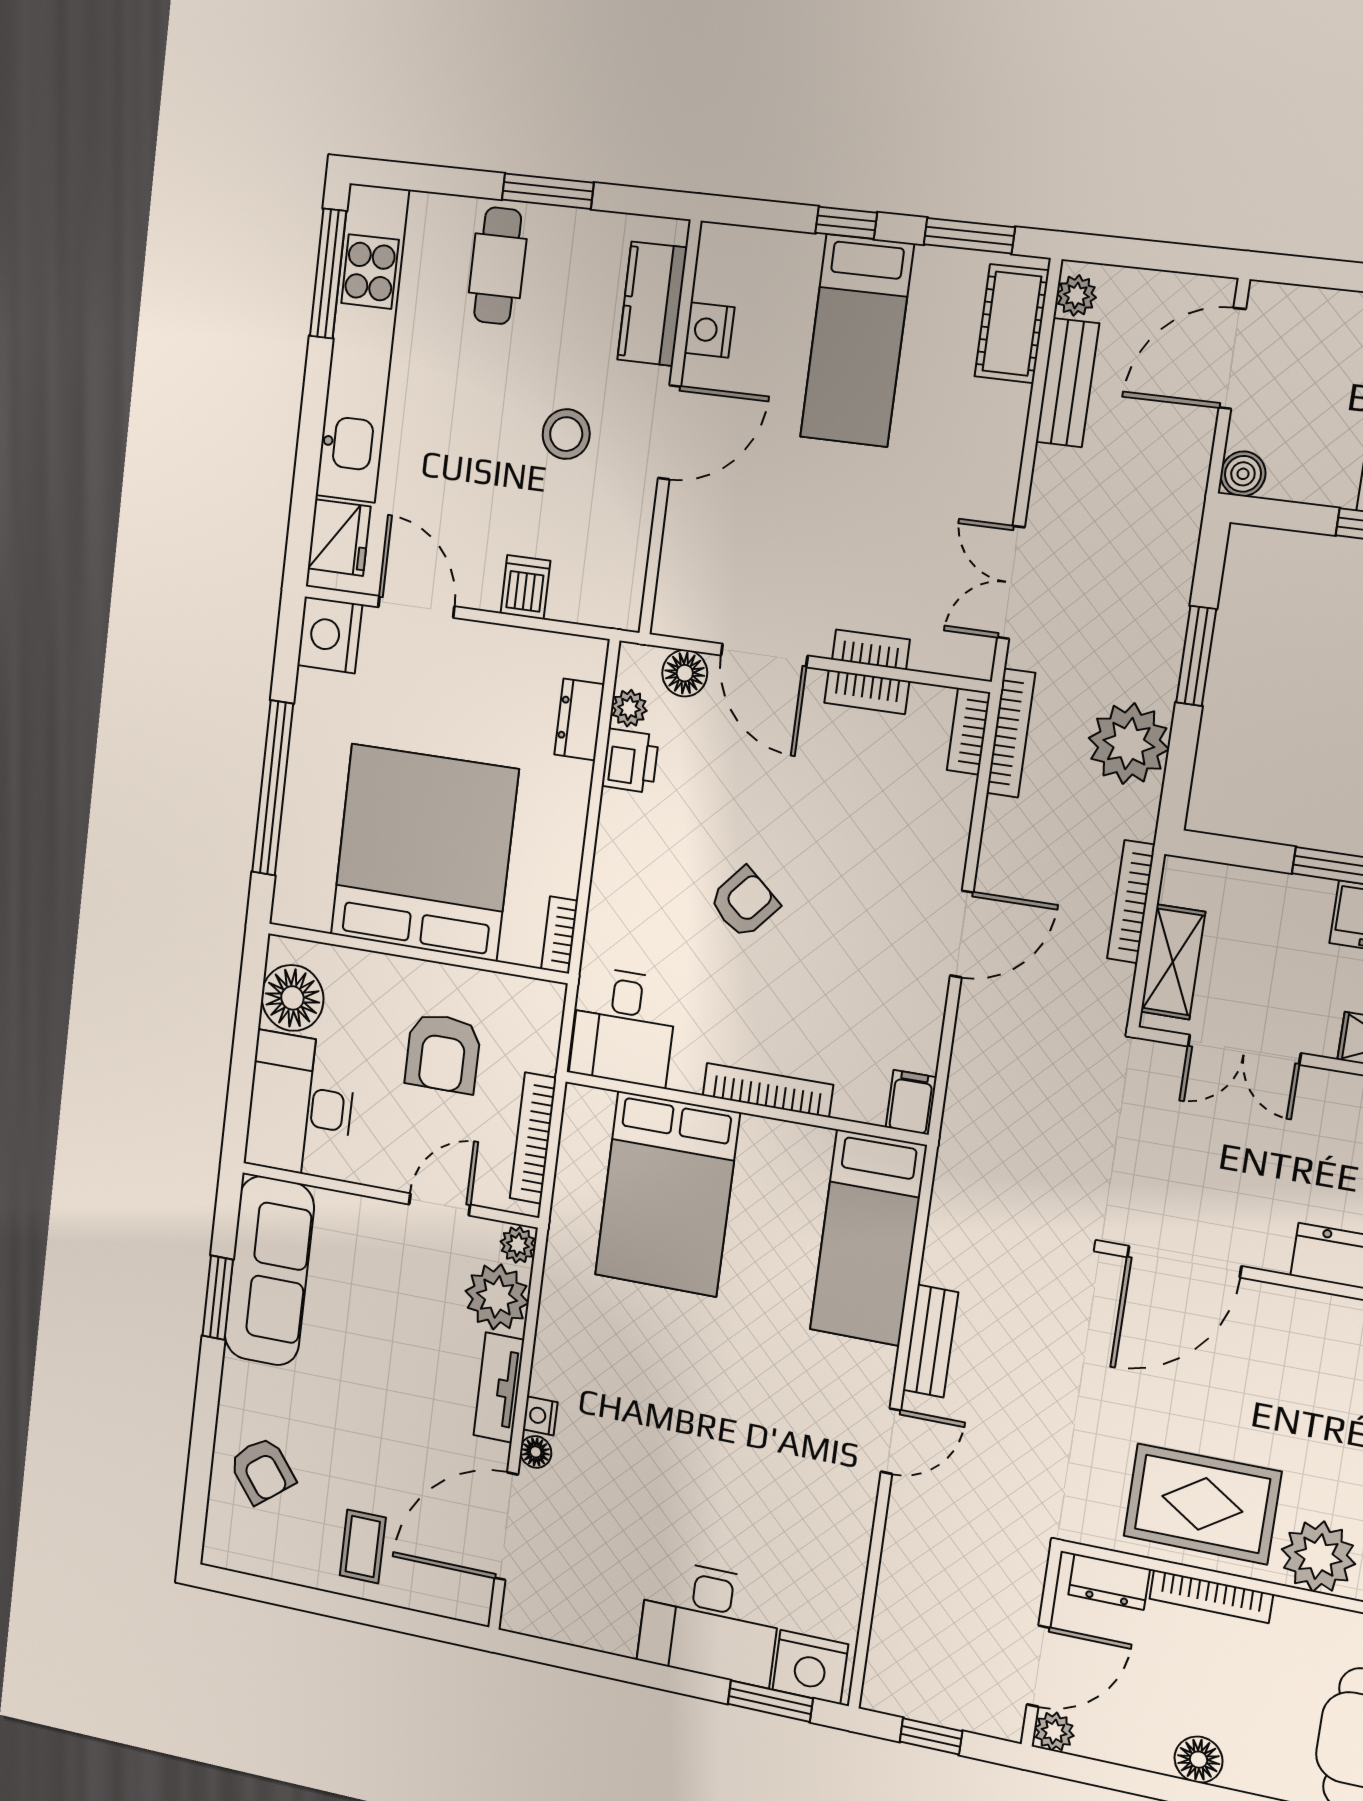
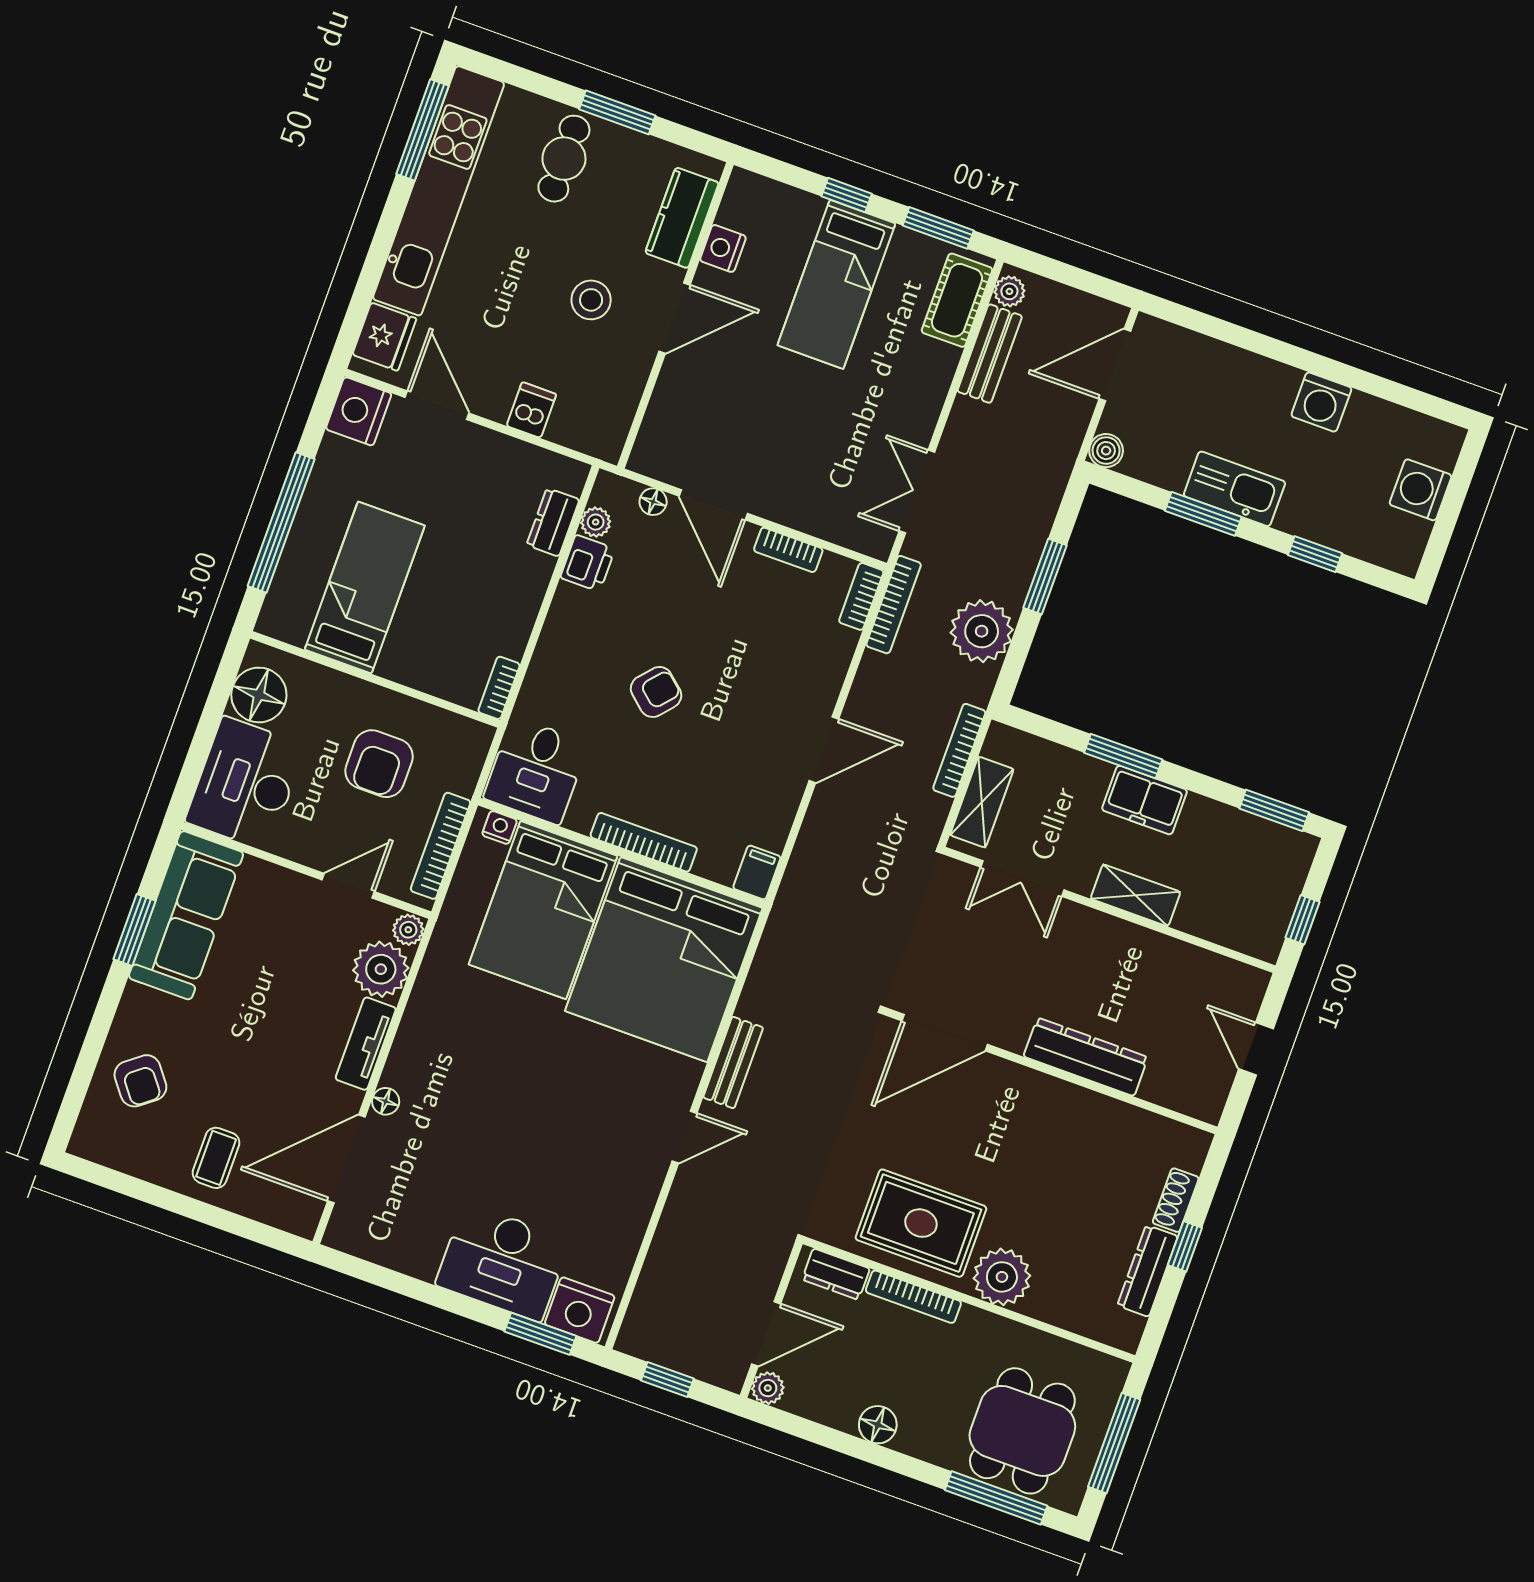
bookcase: (871, 650) -> (798, 518), removed
floor lamp: (685, 673) -> (653, 502), width x0.73, depth x0.73
bed: (424, 852) -> (365, 588), width x0.49
bed: (868, 1238) -> (664, 960), width x2.04
nightstand: (540, 1416) -> (500, 827), moved, turned 90

